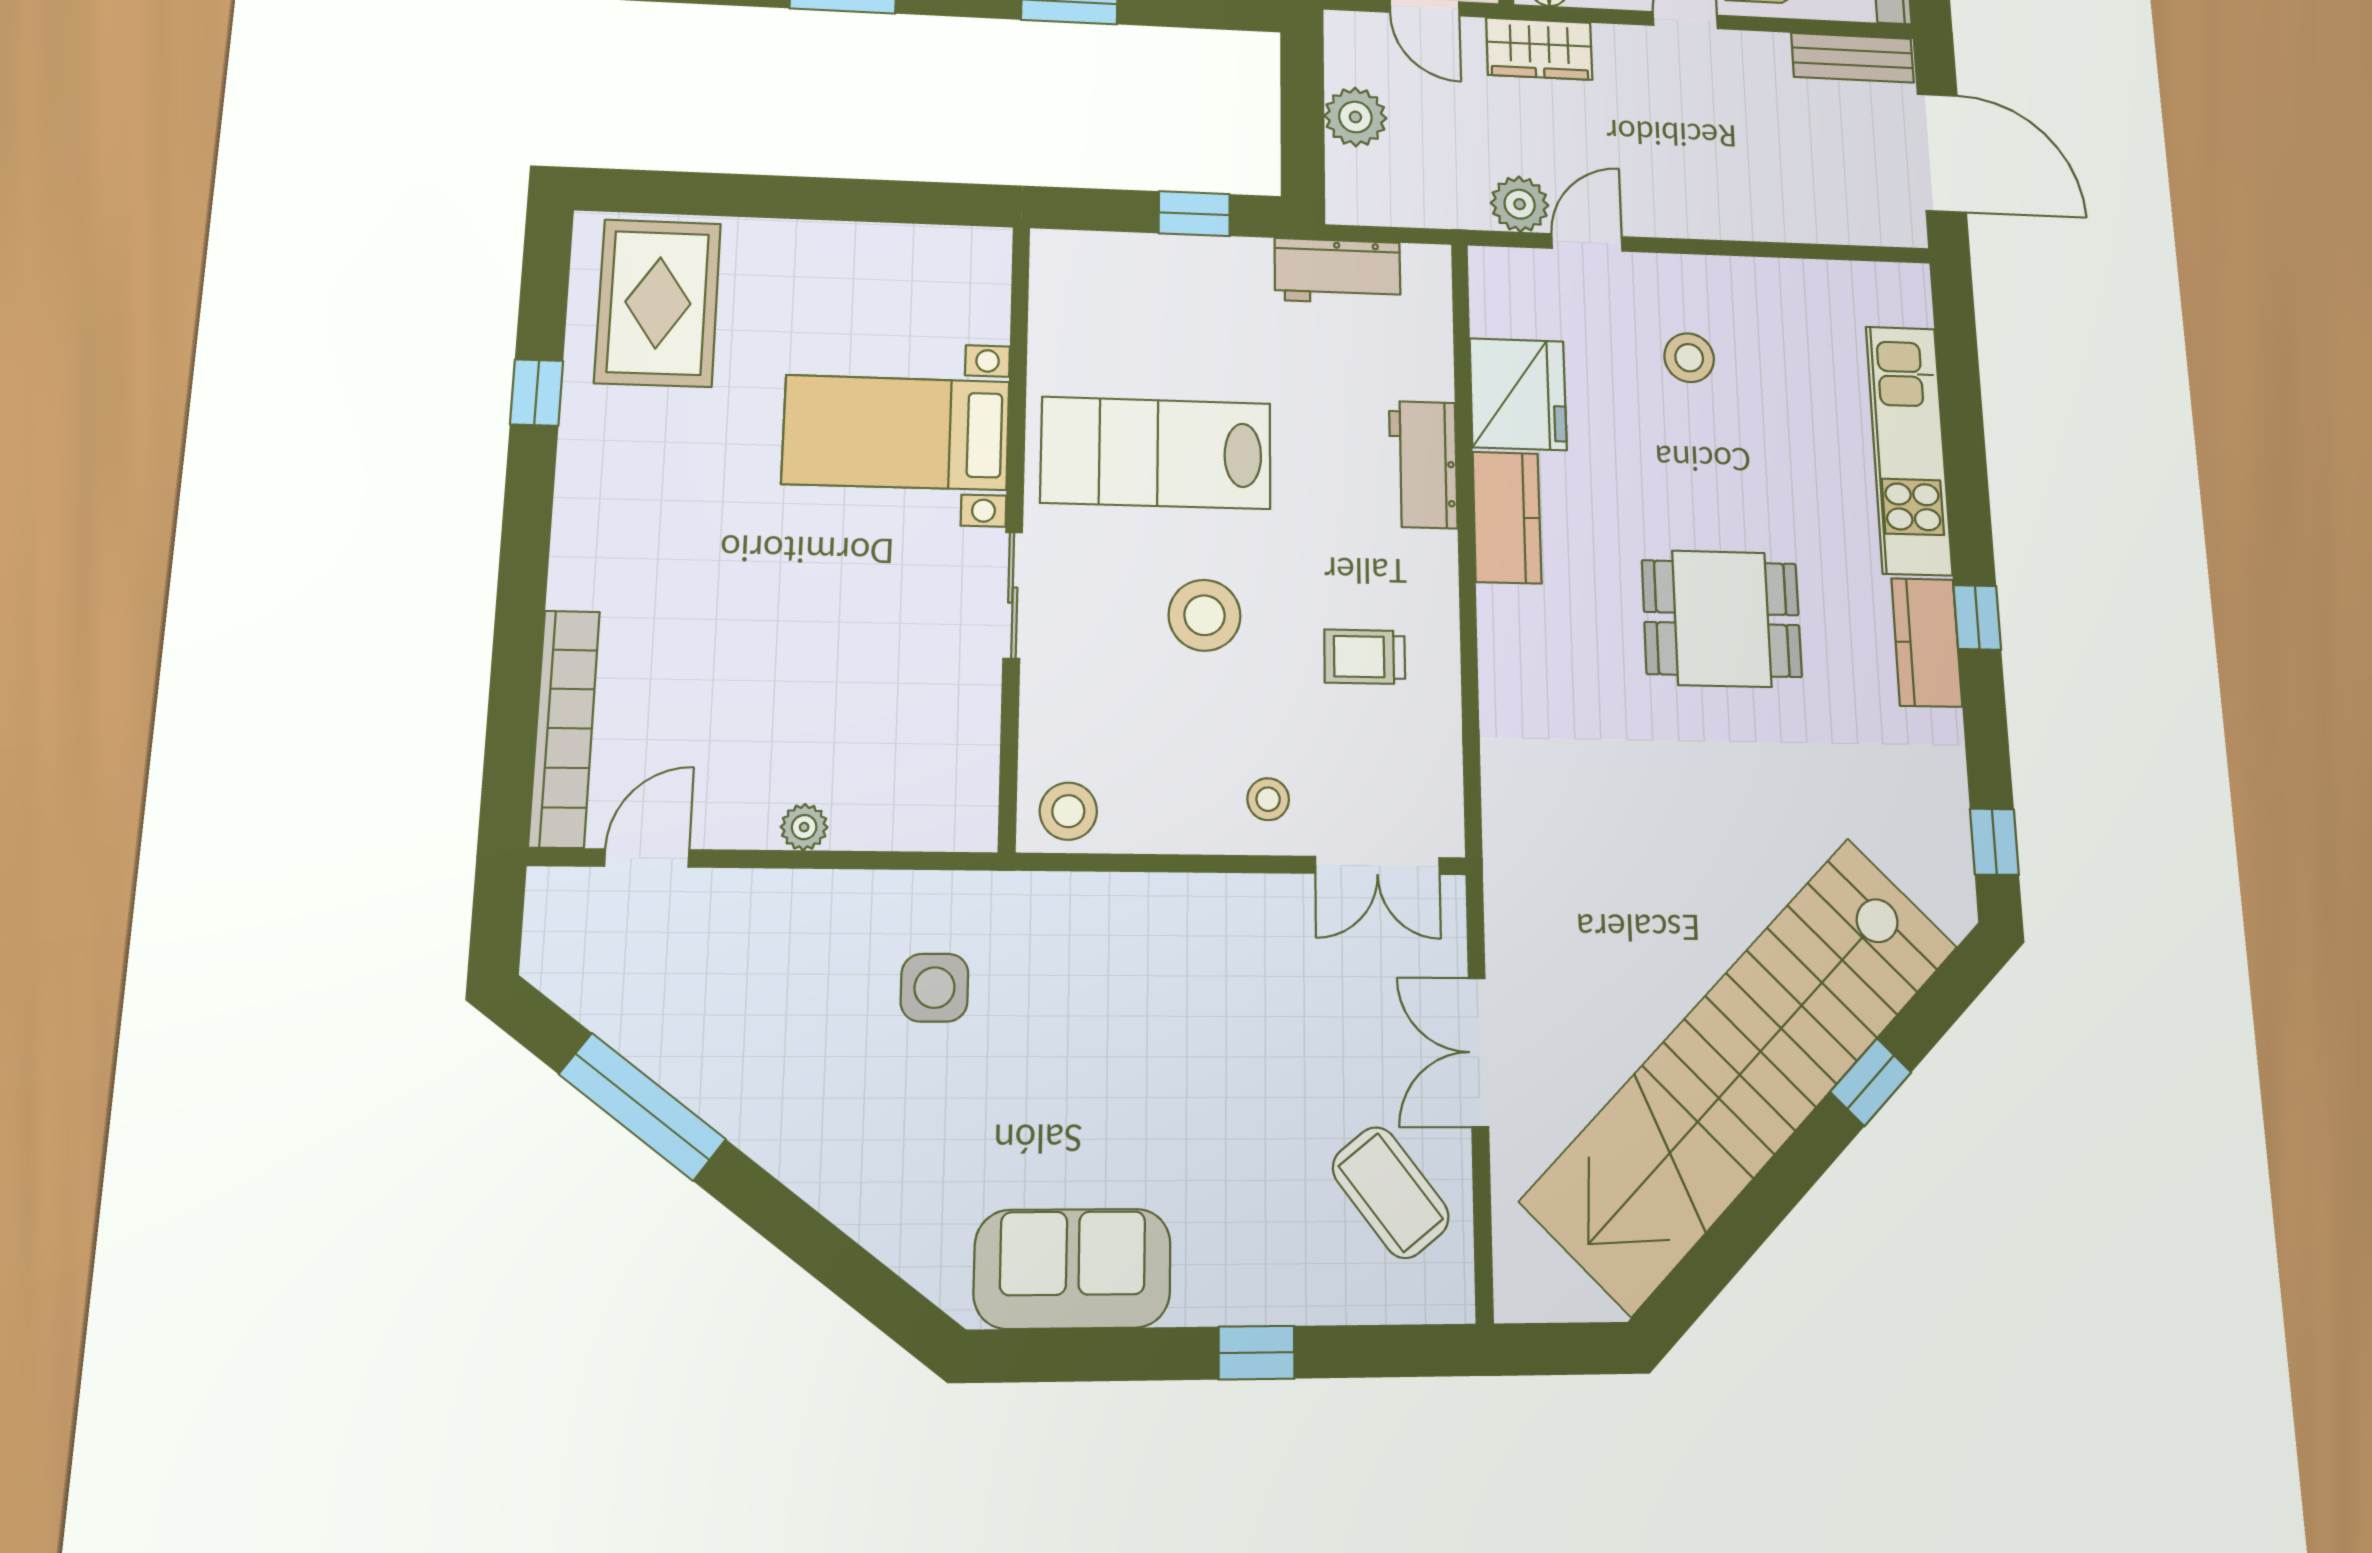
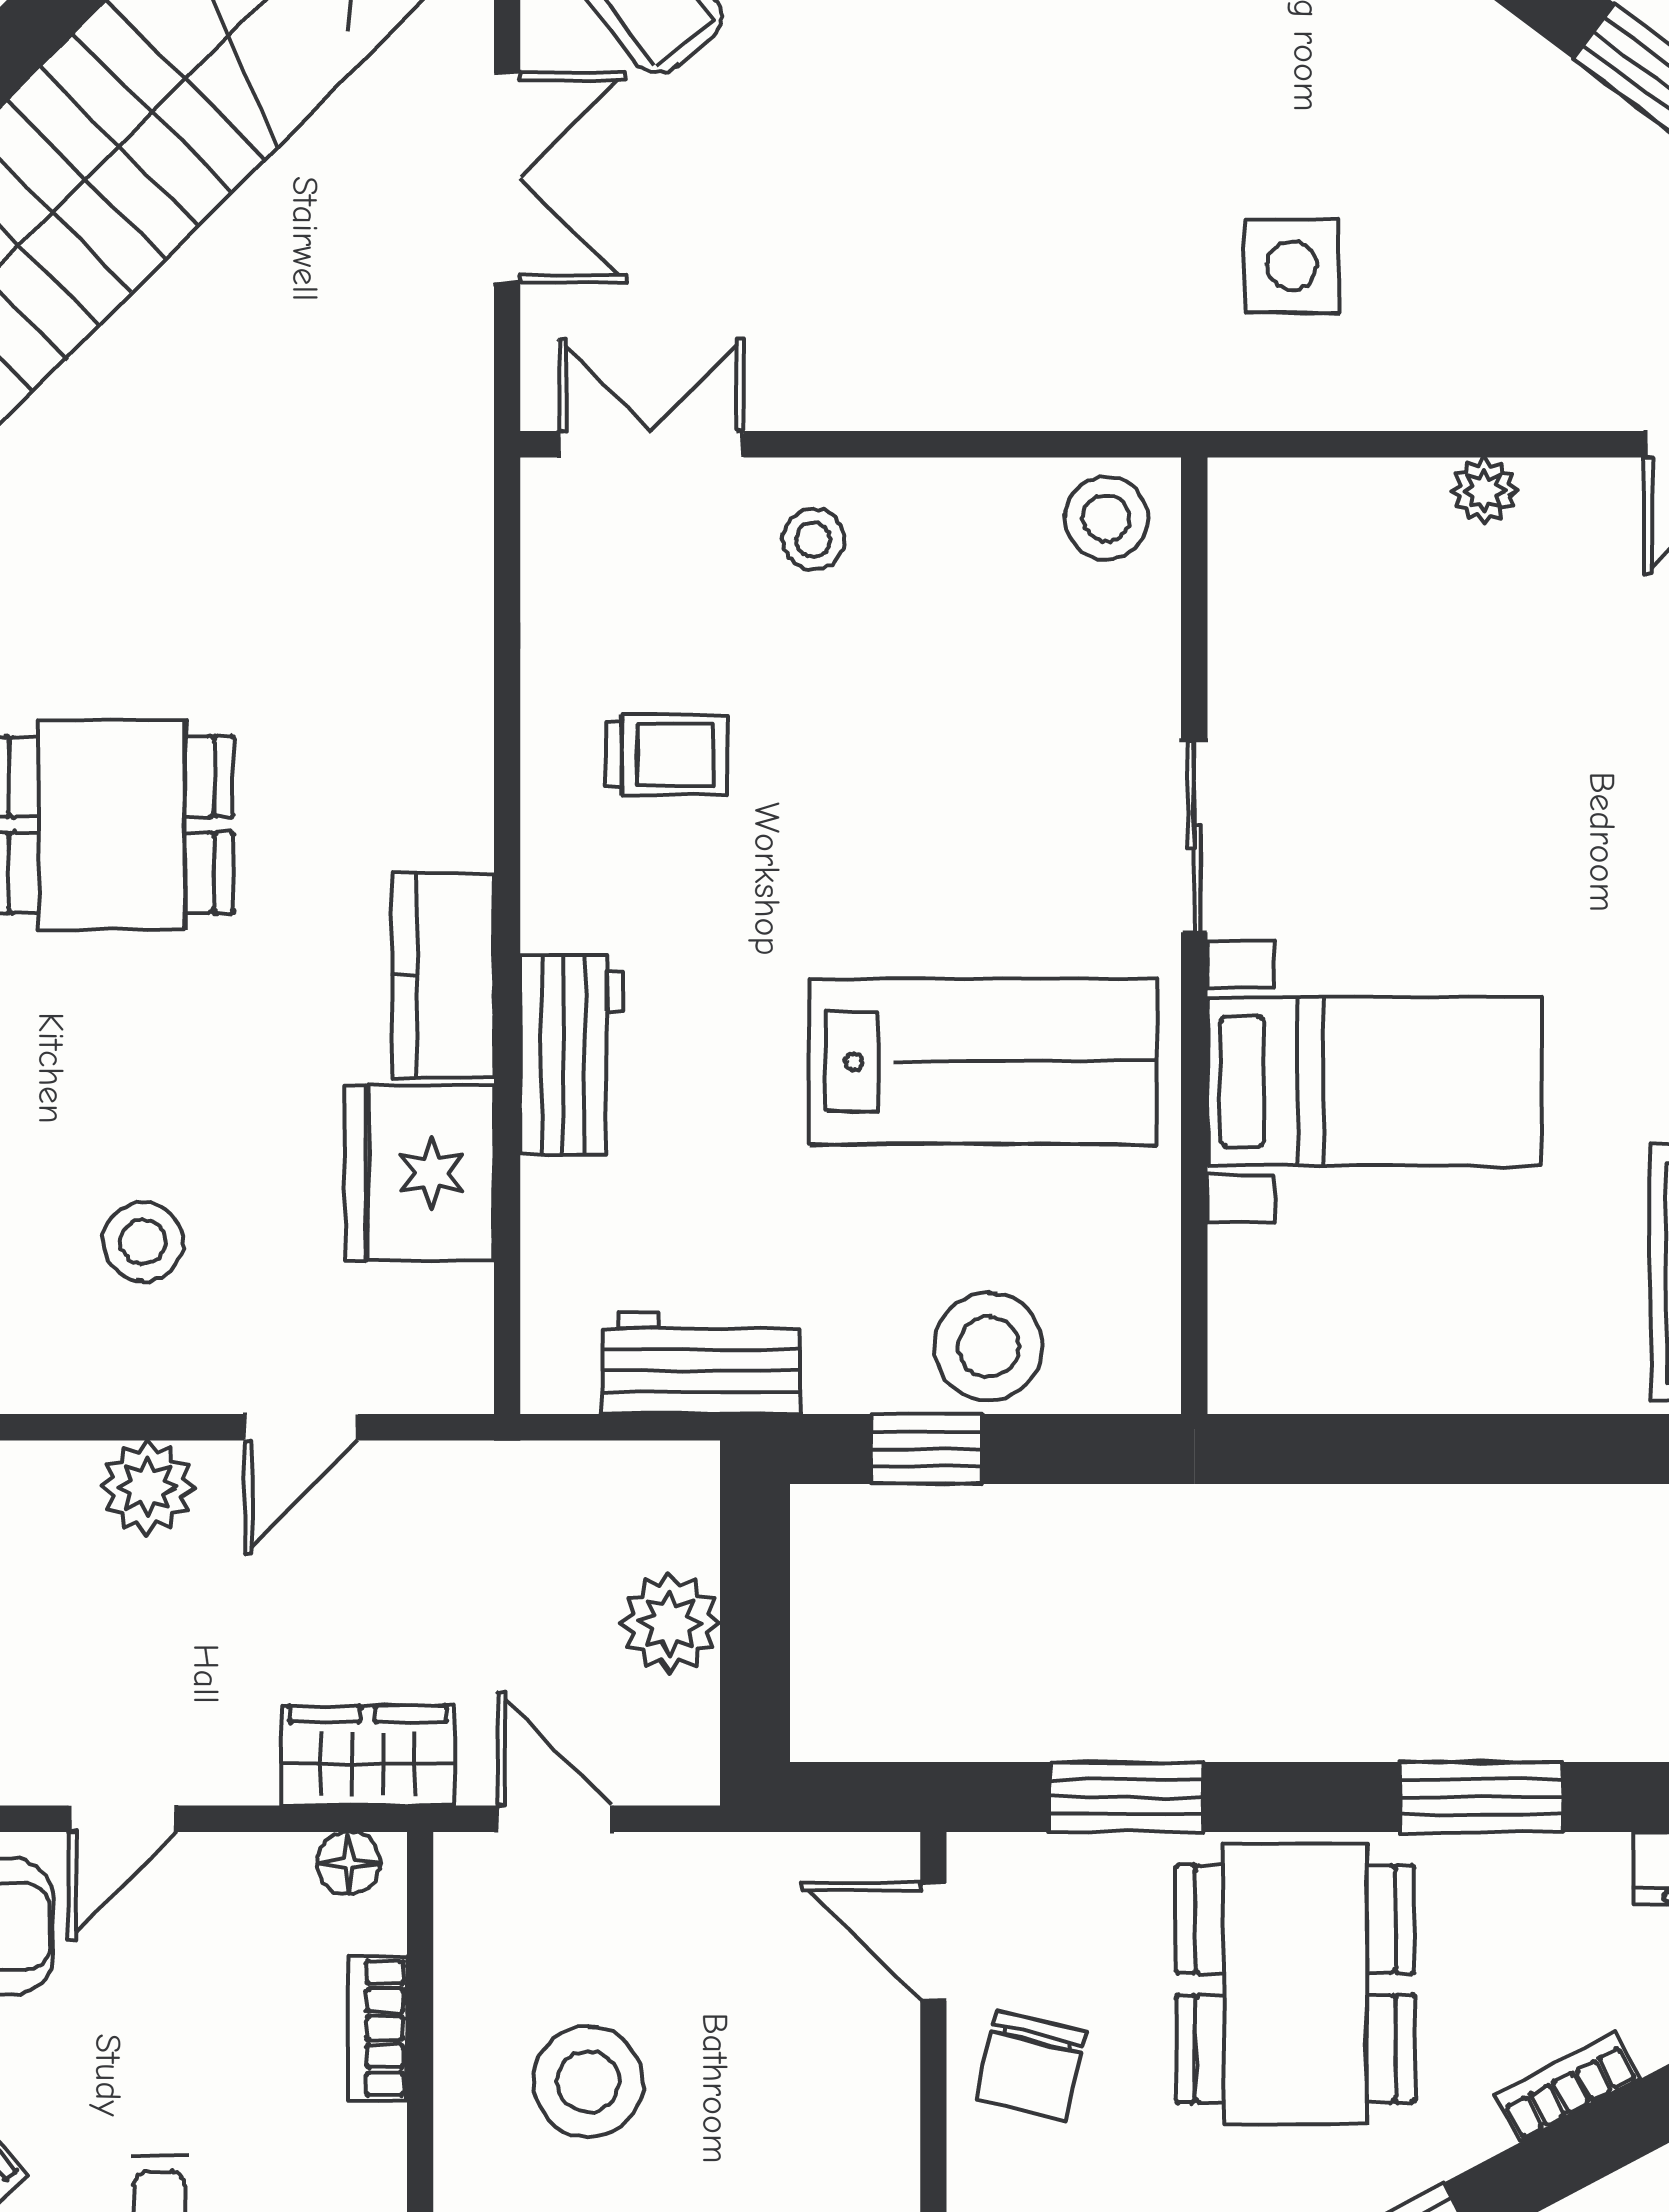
plant: (1520, 204) -> (147, 1487), moved
stool: (1204, 615) -> (988, 1347), moved

